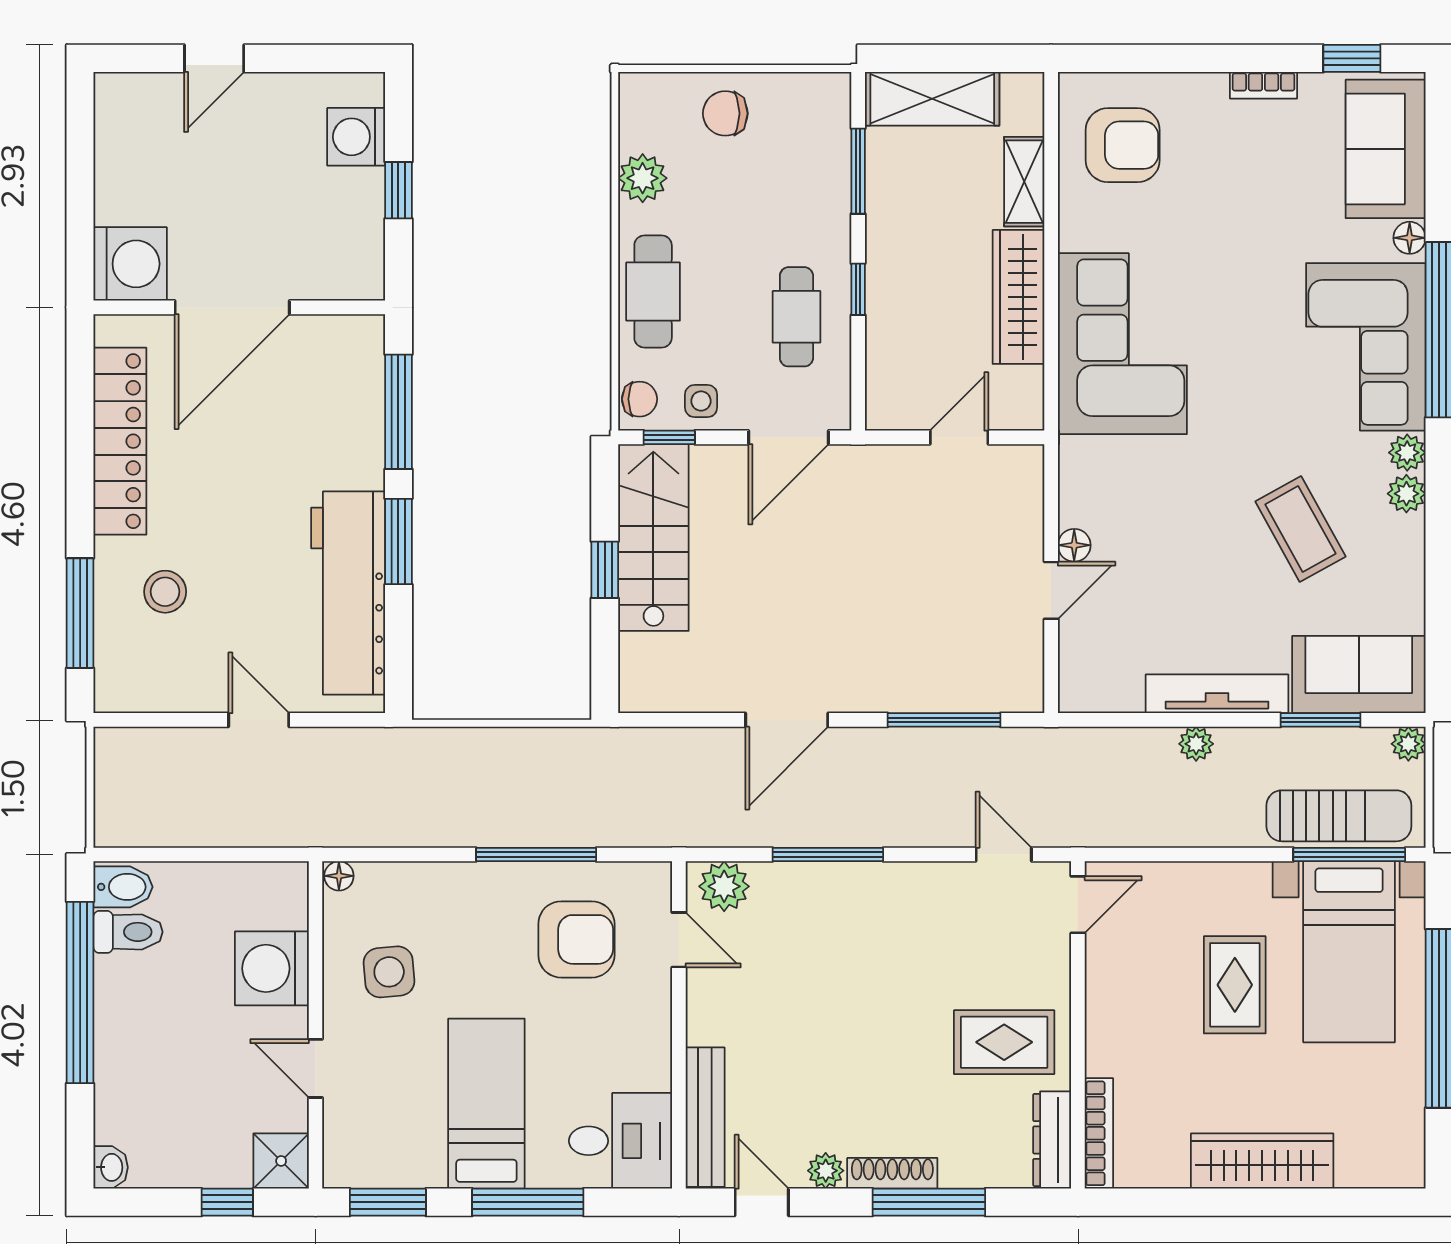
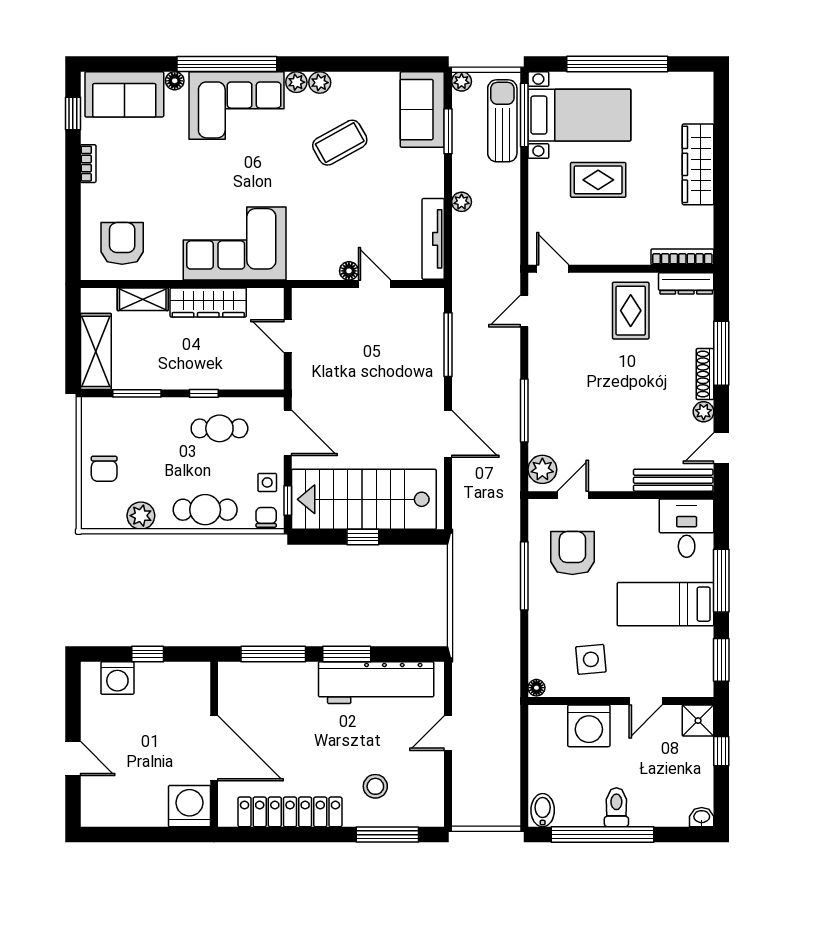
stairs: (653, 538) -> (364, 499), width x1.36, depth x1.51
tv unit: (1217, 694) -> (433, 239), moved
toilet: (128, 932) -> (616, 807), moved

